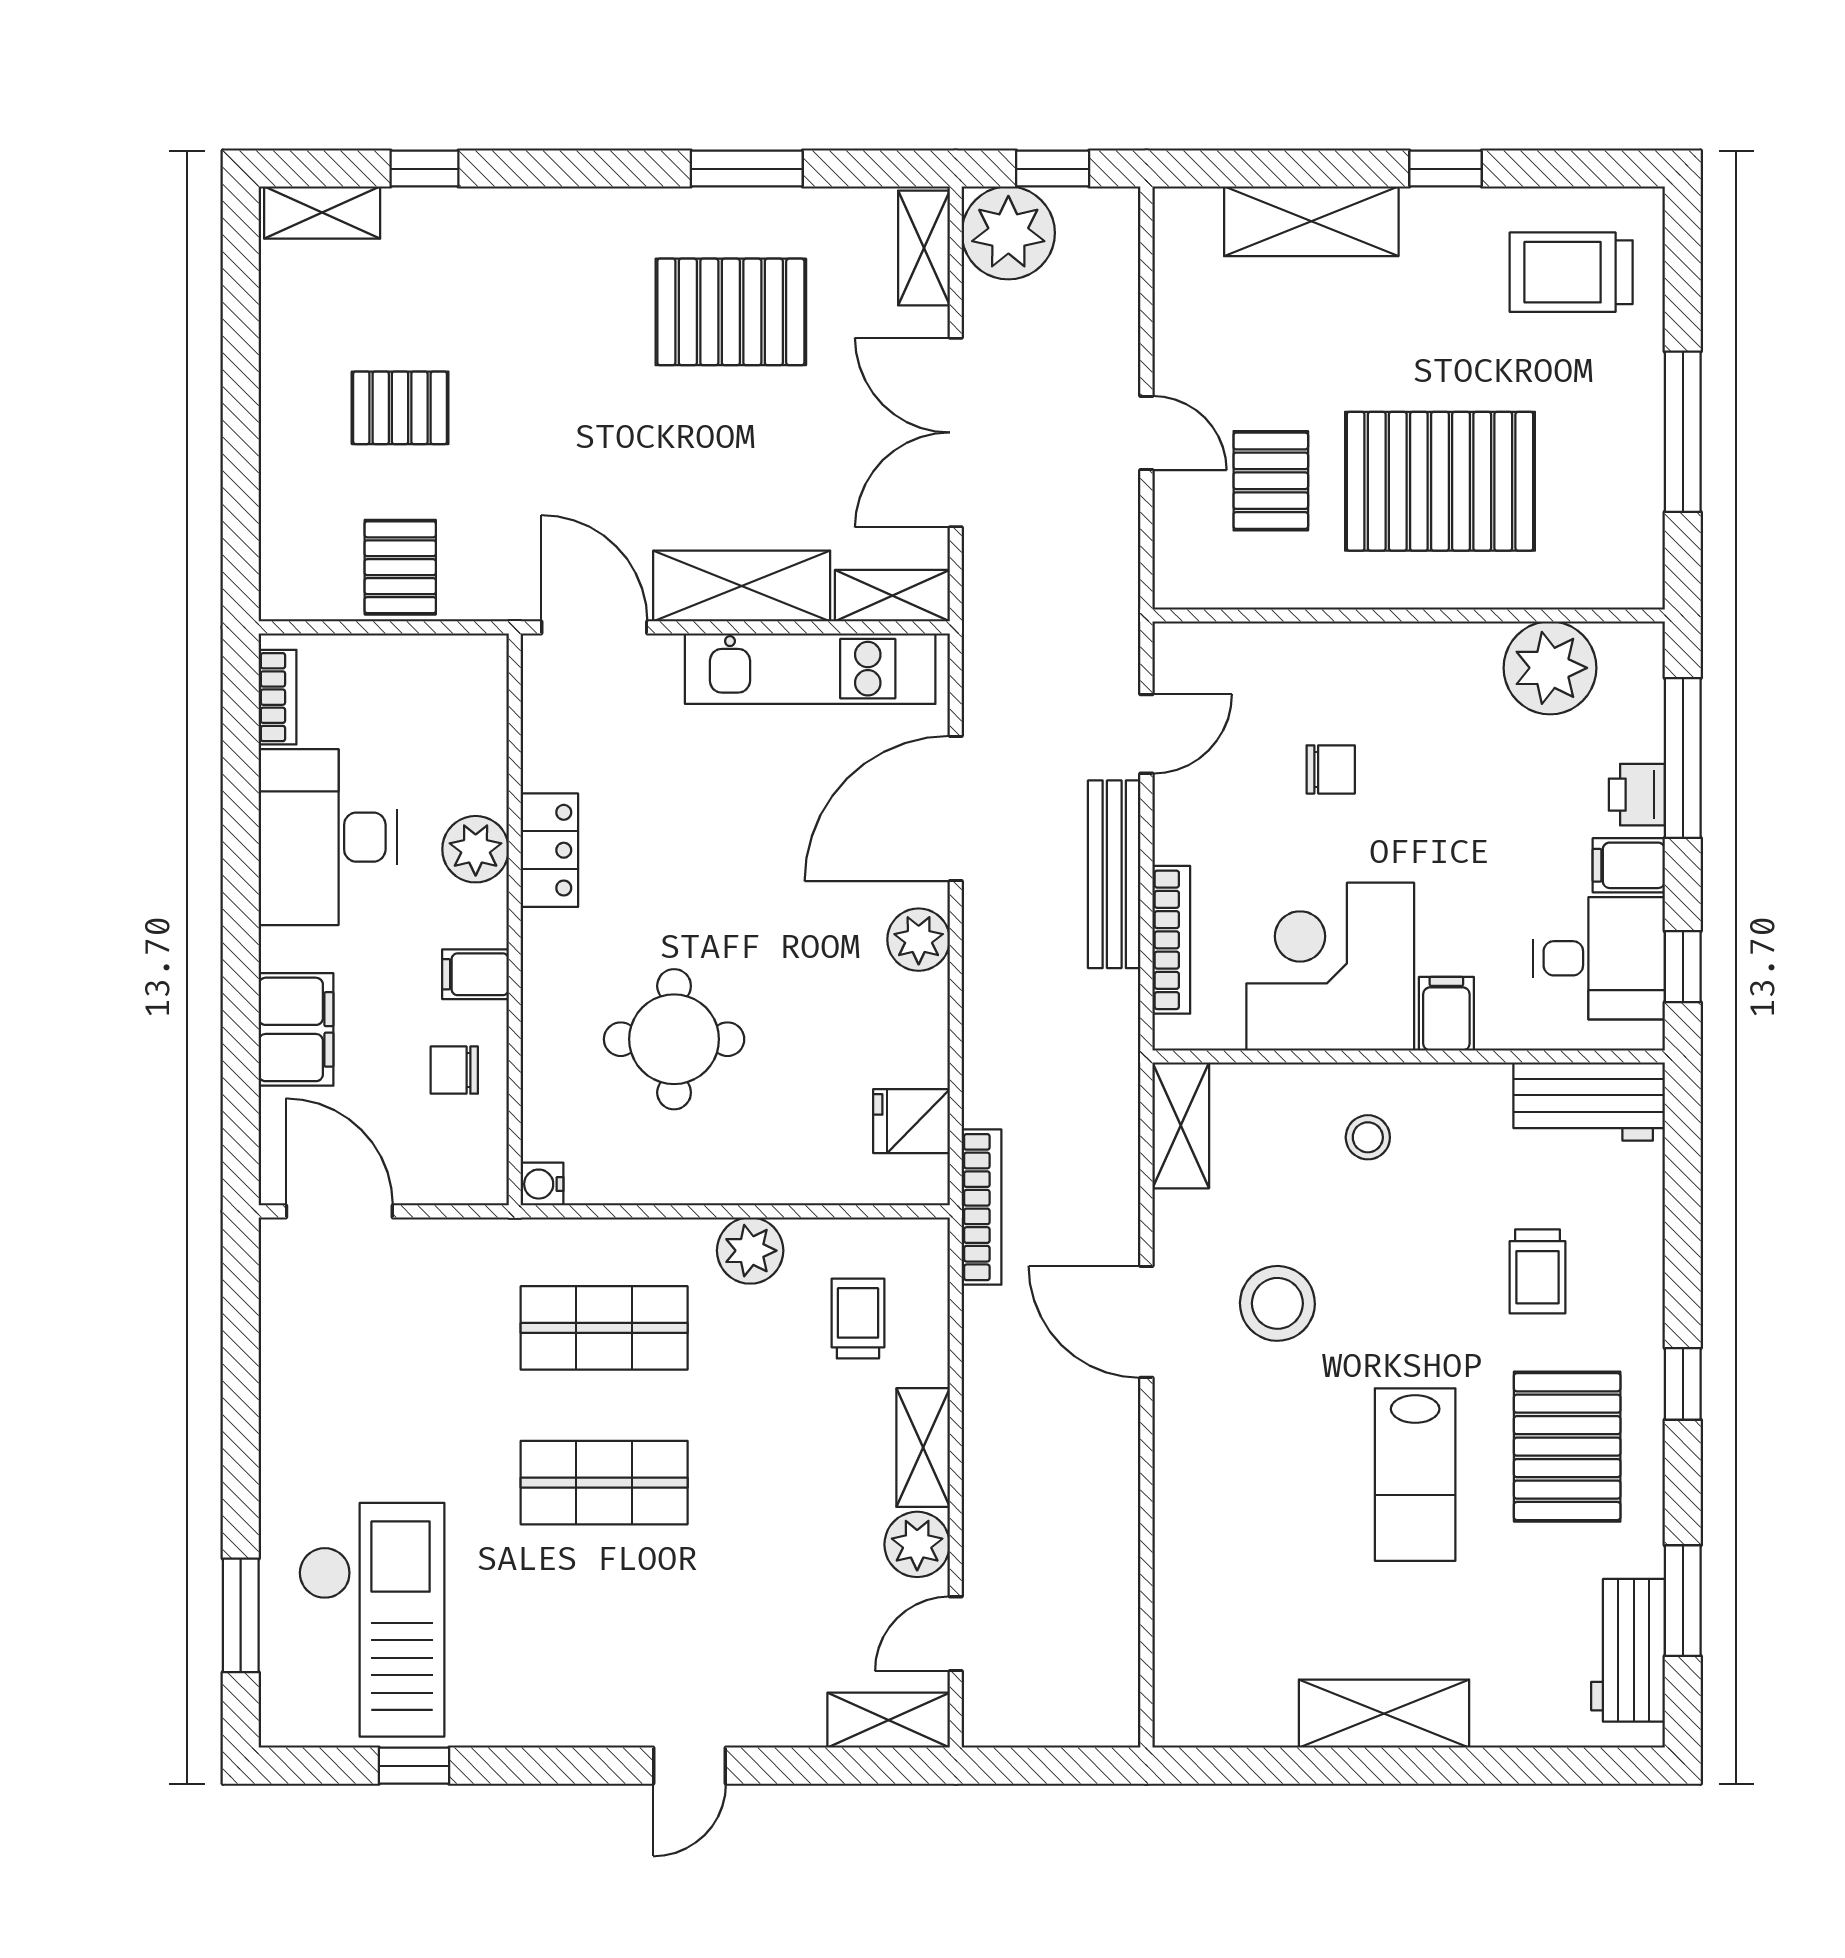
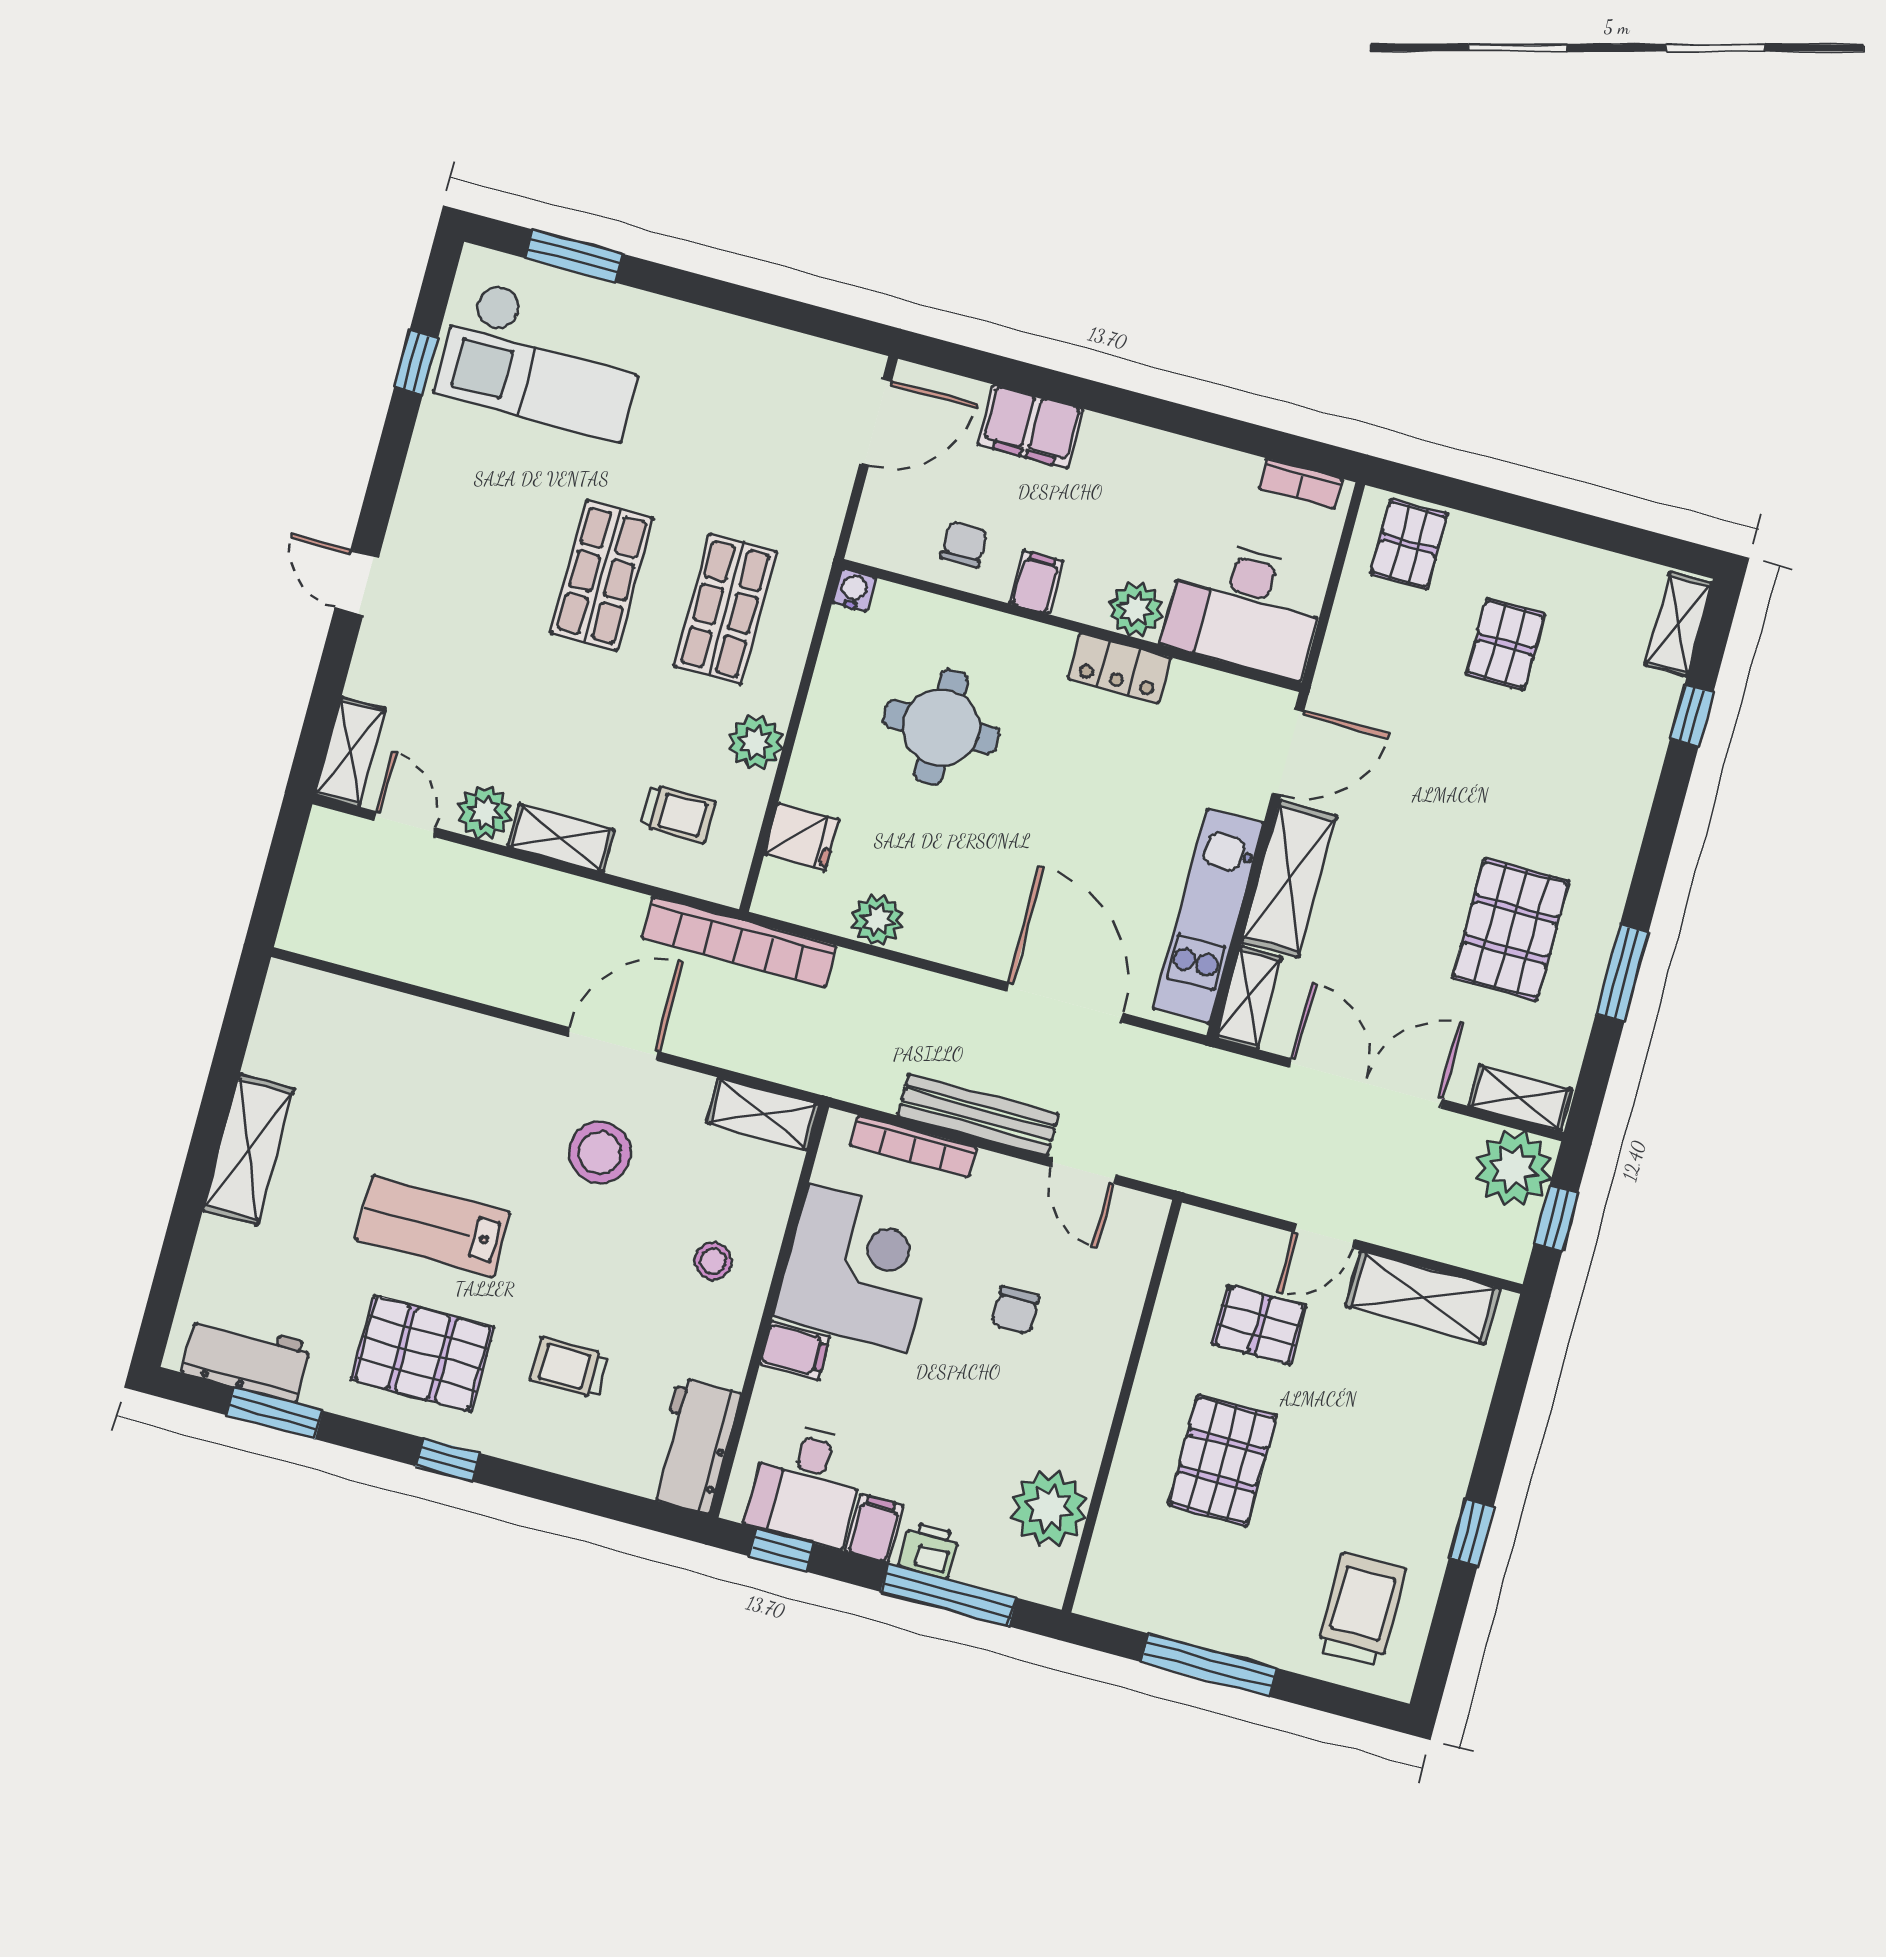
shelving: (1311, 221) -> (1423, 1298), moved, turned 90
pallet: (1440, 481) -> (1222, 1460), width x0.73, depth x0.71
pallet: (400, 567) -> (1409, 544), moved, turned 90
desk: (328, 837) -> (1245, 608), moved, turned 180
plant: (919, 940) -> (877, 920), moved
fridge: (912, 1121) -> (802, 837), moved, turned 90
bookcase: (982, 1207) -> (739, 942), width x1.48, depth x1.31

